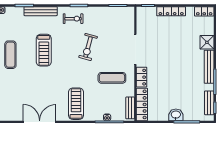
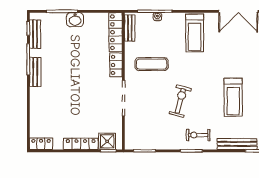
shower: (207, 42) -> (107, 141), moved
treadmill: (44, 50) -> (233, 97), turned 180
bench: (209, 67) -> (35, 72), width x0.73

